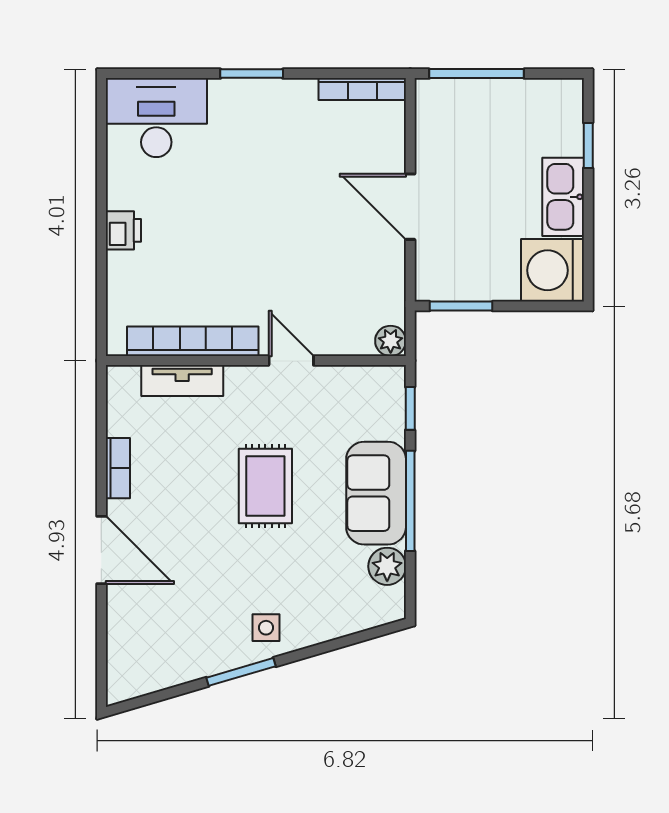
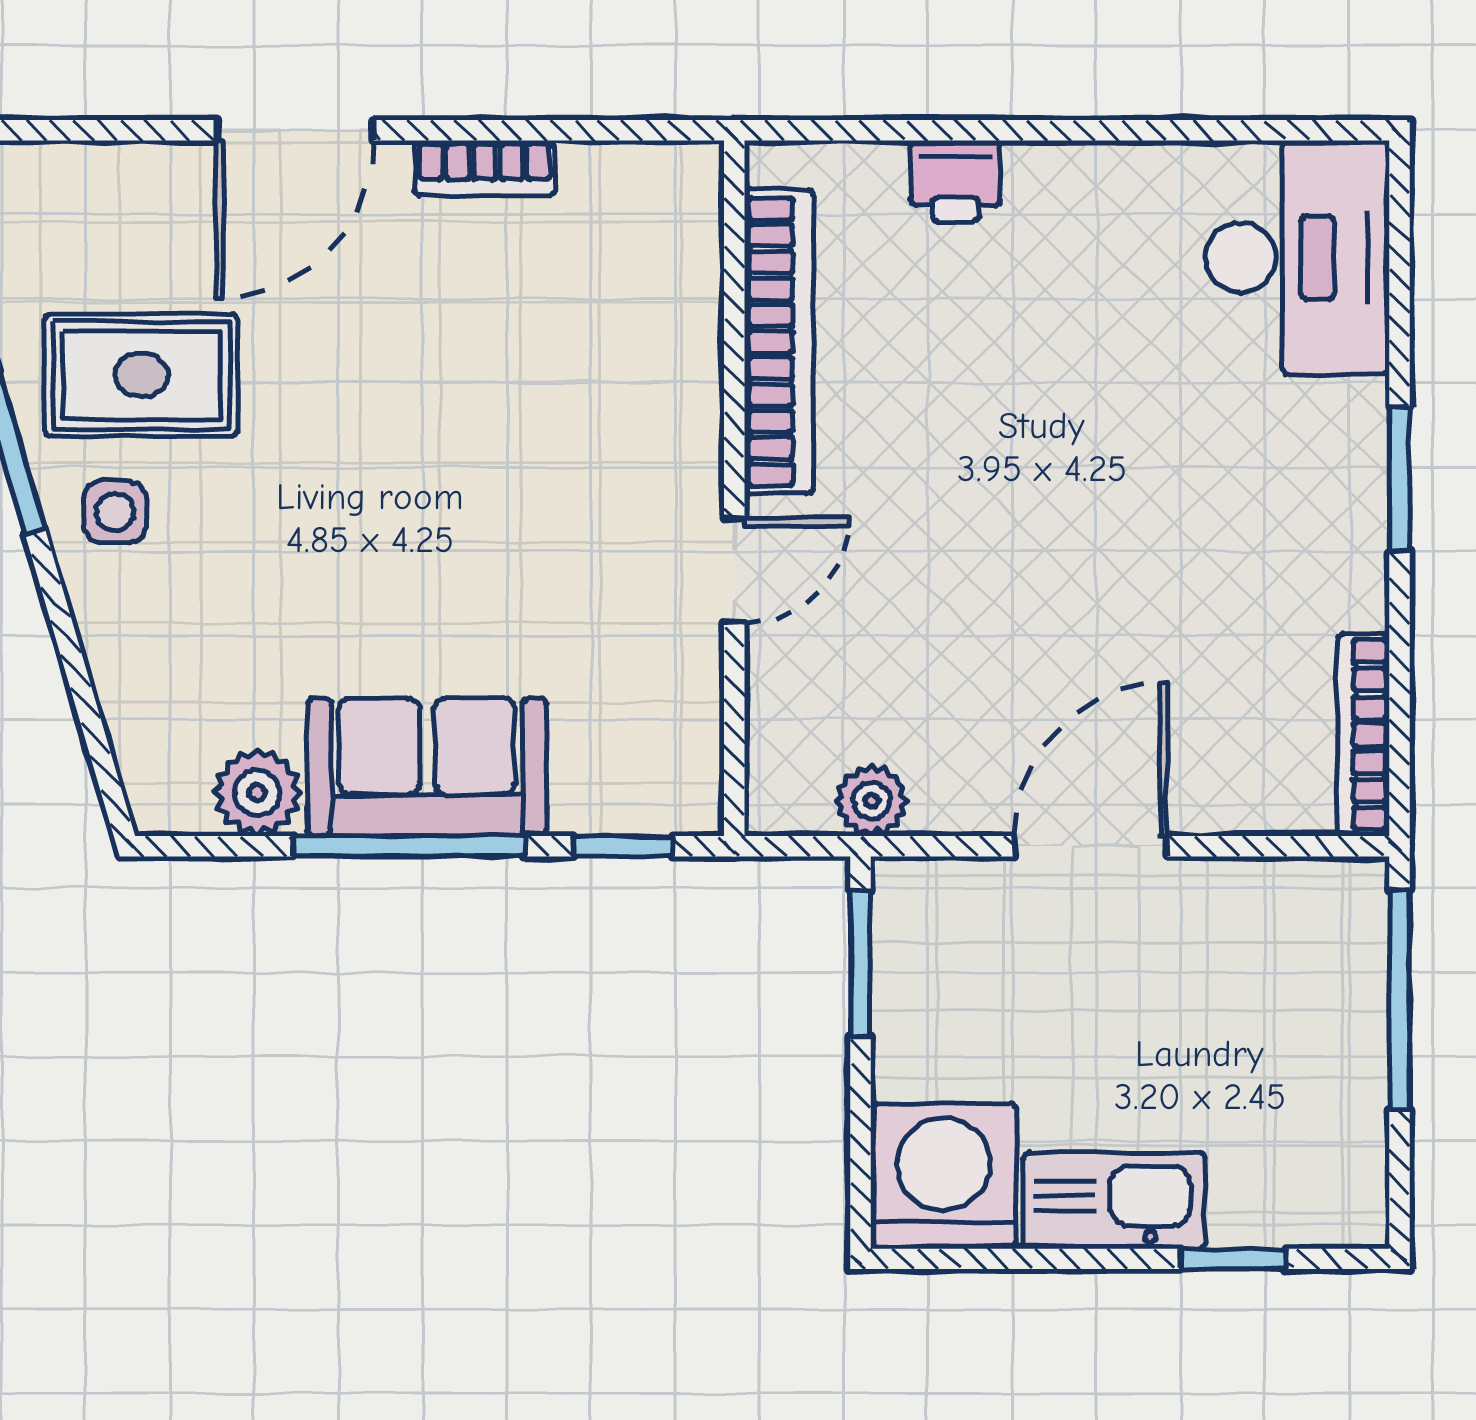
printer: (123, 230) -> (955, 181), moved
plant: (391, 341) -> (872, 801), moved
tv unit: (182, 381) -> (688, 317), removed
rug: (265, 486) -> (141, 375), moved

